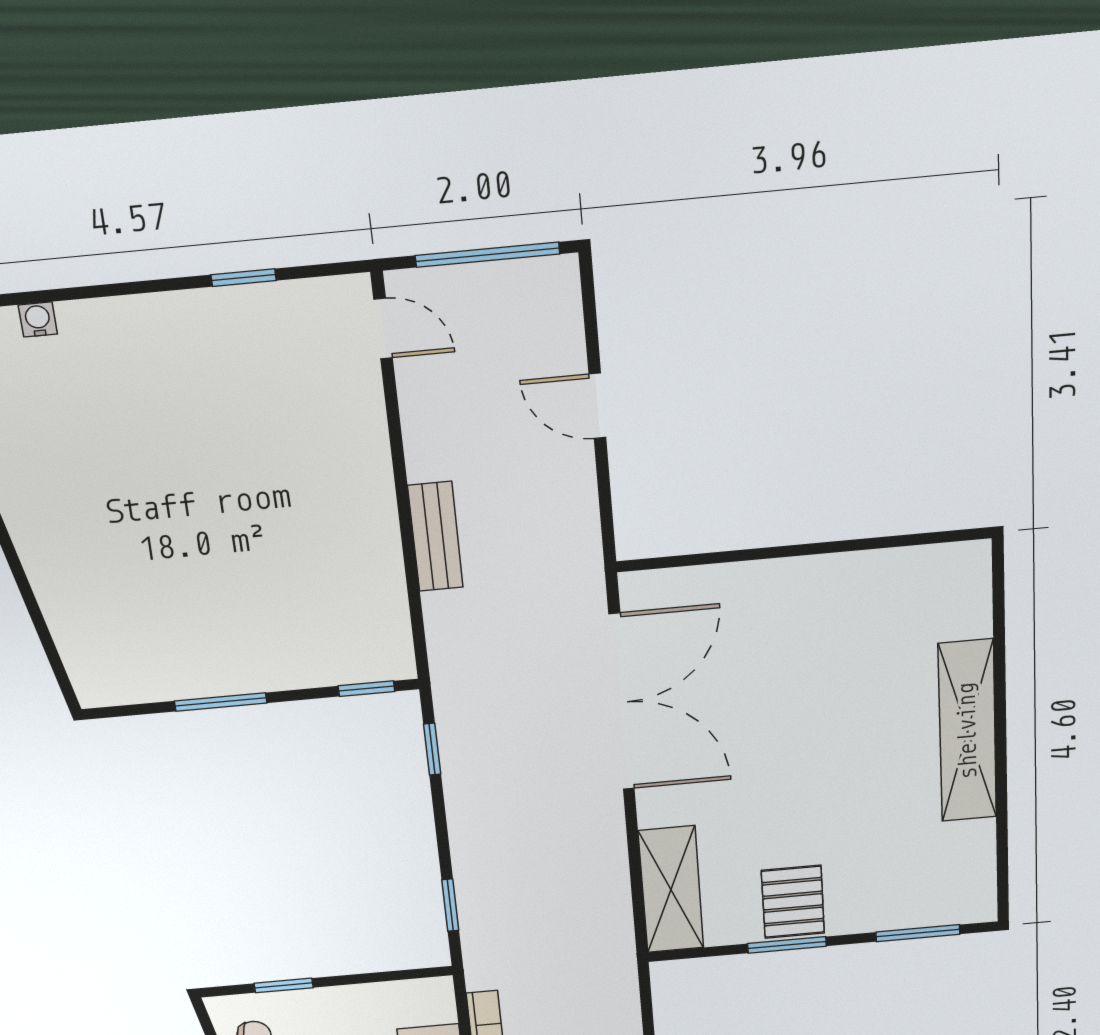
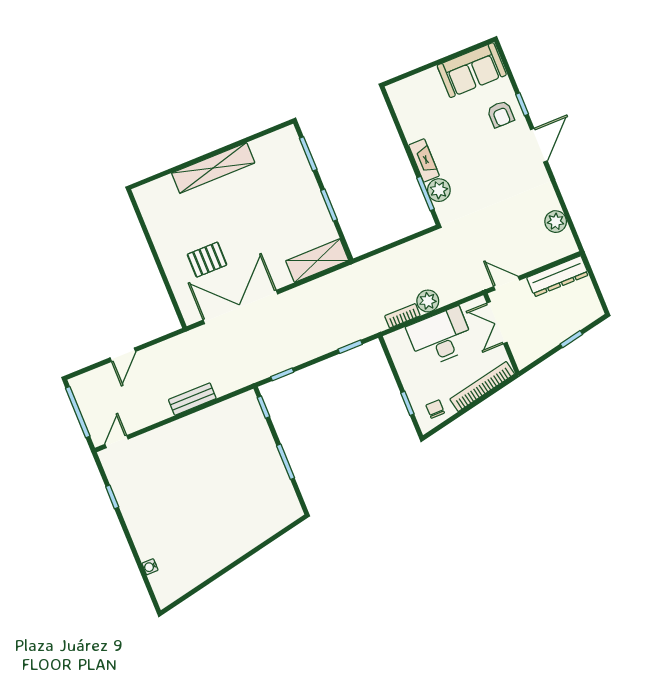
pallet: (793, 902) -> (207, 260), moved

